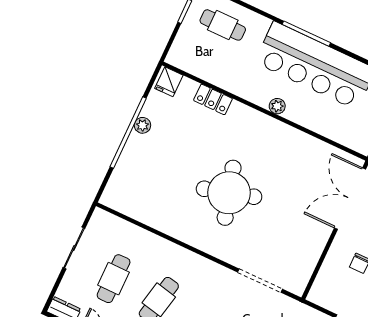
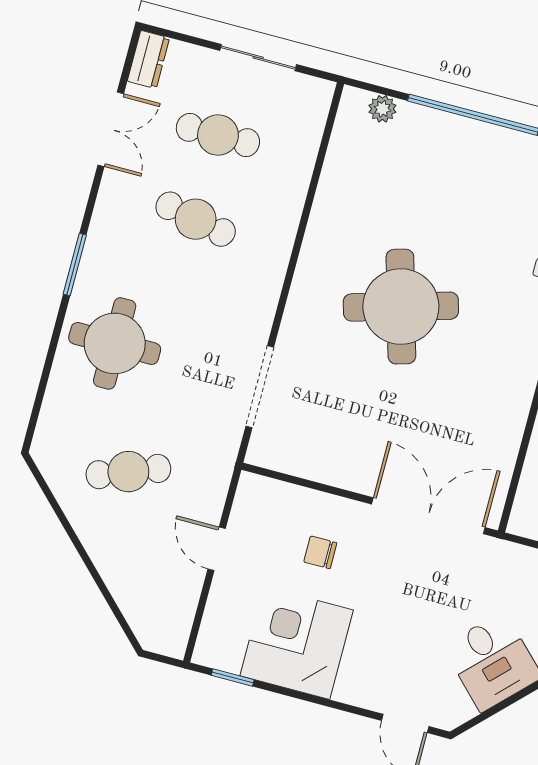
plant: (143, 125) -> (382, 109), moved

